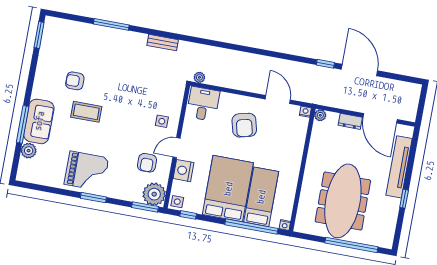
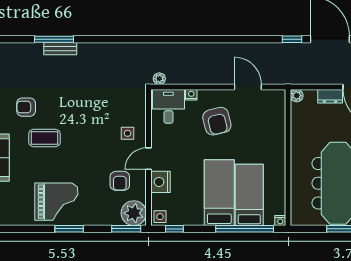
bench: (163, 43) -> (60, 49), moved
nightstand: (305, 112) -> (191, 95), moved
bed: (228, 189) -> (219, 193), width x0.67

